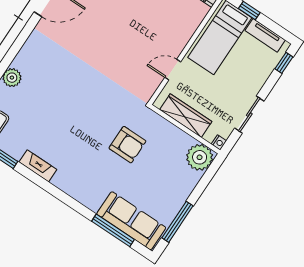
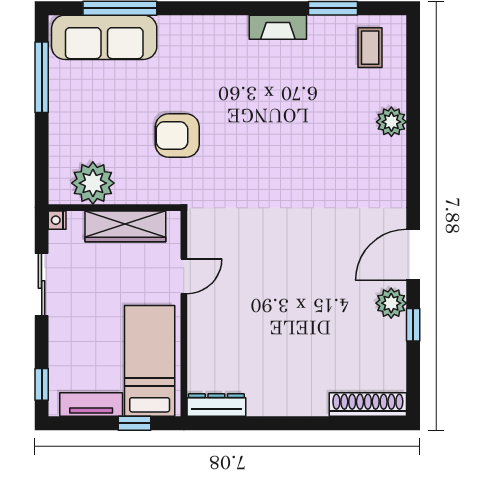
plant: (200, 157) -> (93, 183), moved

